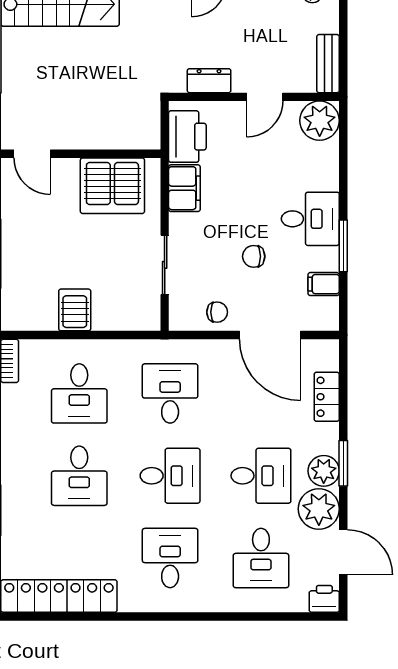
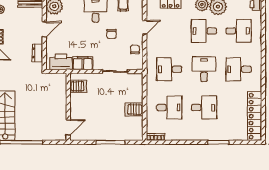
door: (265, 97) -> (44, 29), hinge flipped
server rack: (112, 186) -> (78, 86), width x0.46, depth x0.70
door: (270, 335) -> (145, 27), width x0.53
desk: (261, 476) -> (204, 31), turned -90

